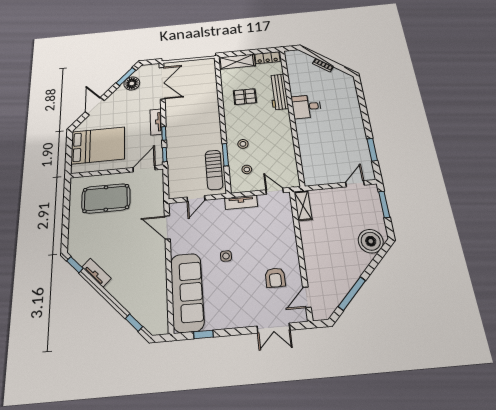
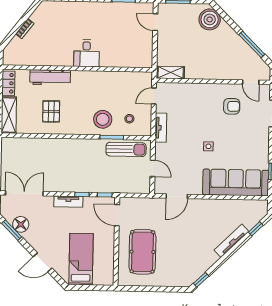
desk: (306, 107) -> (87, 53), moved
stool: (243, 144) -> (103, 119), width x1.89, depth x1.89
bed: (98, 145) -> (81, 259), width x0.67
tv unit: (96, 273) -> (232, 241), moved, width x1.41

